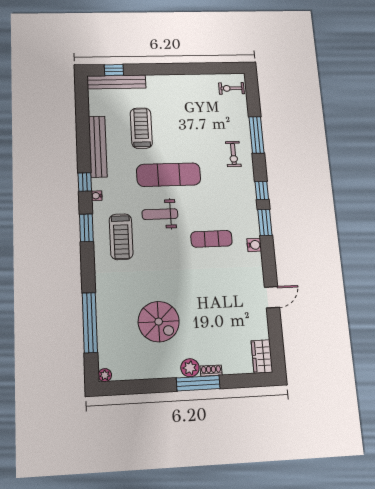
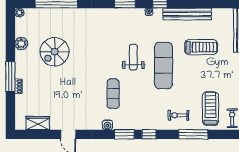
treadmill: (121, 237) -> (210, 109), moved, turned 90
wardrobe: (262, 356) -> (38, 123), moved
plant: (190, 368) -> (21, 44), moved

